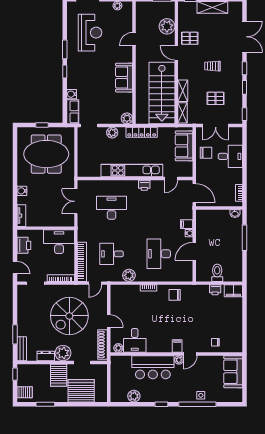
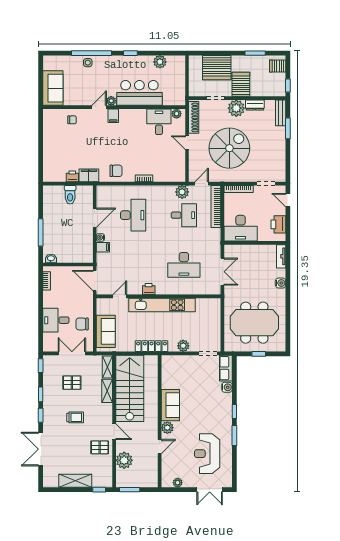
plant: (127, 118) -> (167, 428), moved
plant: (129, 275) -> (182, 192), moved
filing cabinet: (233, 291) -> (89, 175), moved

